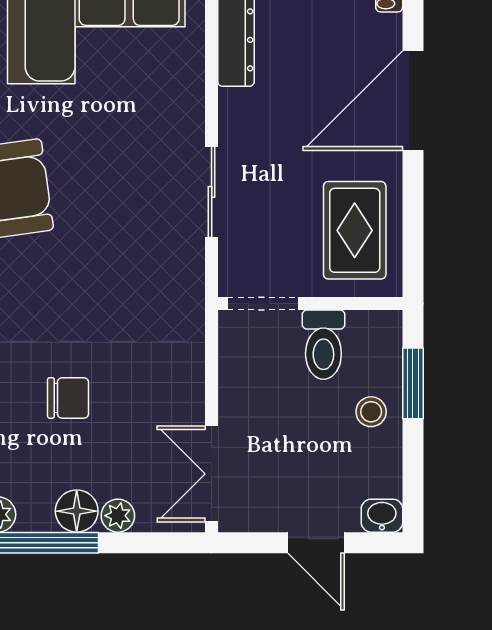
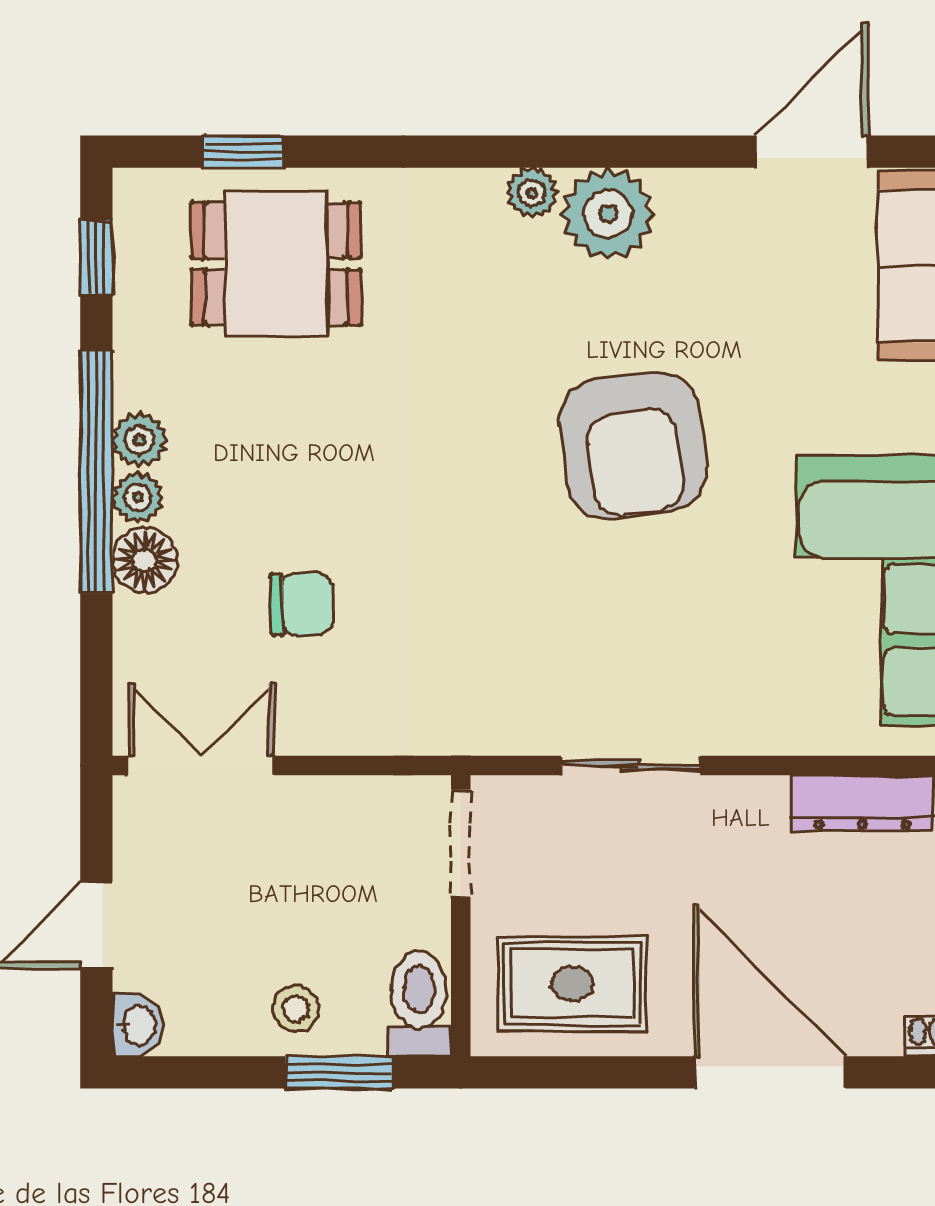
toilet: (323, 345) -> (419, 1004), moved, turned 90
chair: (68, 398) -> (302, 604), moved, turned -92
plant: (118, 516) -> (138, 497), moved

